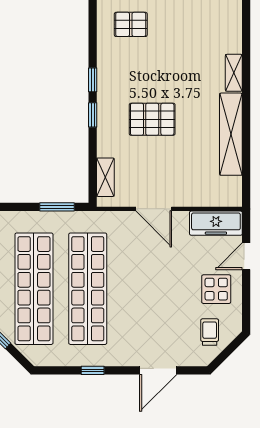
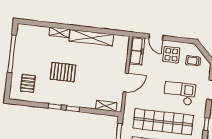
pallet: (152, 119) -> (63, 72), moved, turned 90
checkout: (145, 313) -> (179, 93), added

